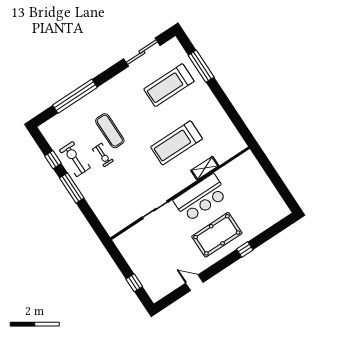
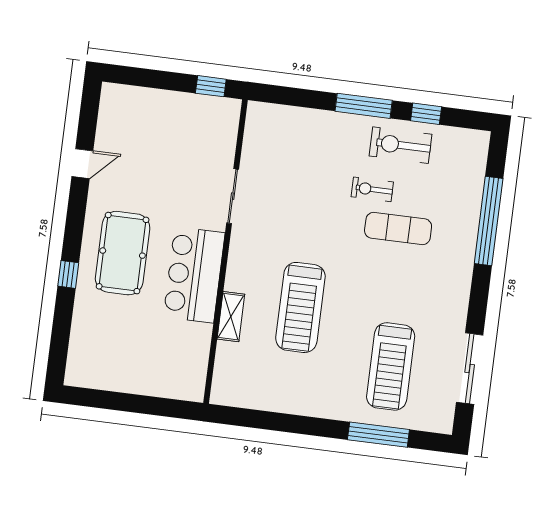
treadmill: (169, 85) -> (391, 366), turned 180
treadmill: (176, 143) -> (300, 307), turned 180
exercise bike: (75, 159) -> (401, 145), turned 180
window: (134, 283) -> (211, 86), moved

